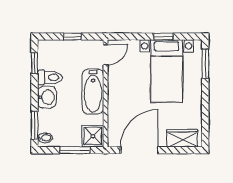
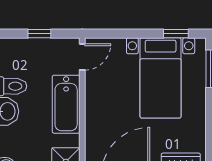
window: (163, 37) -> (176, 34), moved

